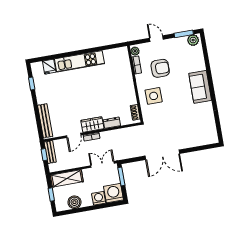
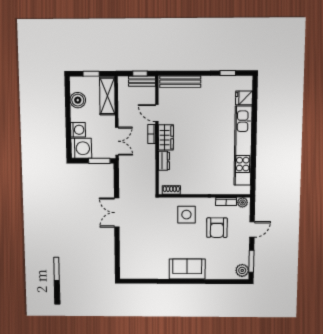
kitchen unit: (79, 61) -> (243, 146), width x1.36
double door: (162, 155) -> (117, 213), width x0.73

